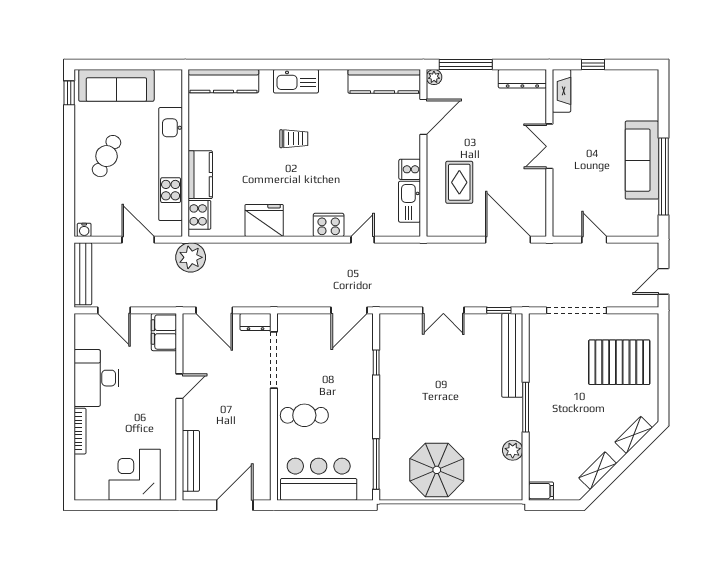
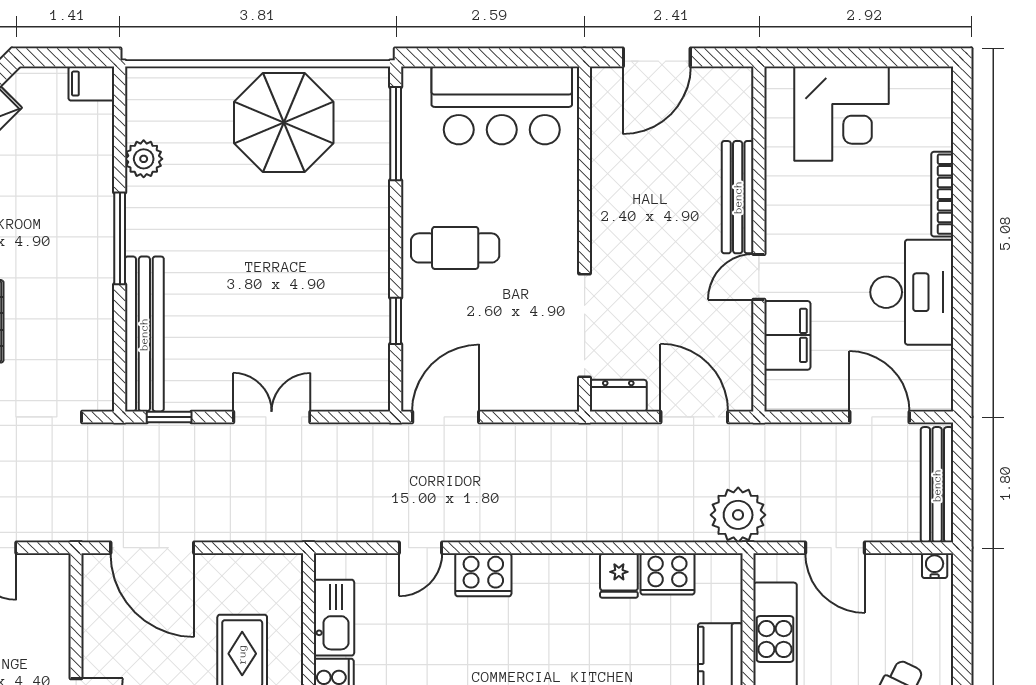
cooker: (199, 215) -> (667, 574), moved, turned -90
fridge: (264, 220) -> (619, 575), width x0.53, depth x0.75
filing cabinet: (164, 332) -> (787, 335), moved
cafe table: (304, 415) -> (455, 248), moved
bench: (191, 461) -> (738, 197), moved

